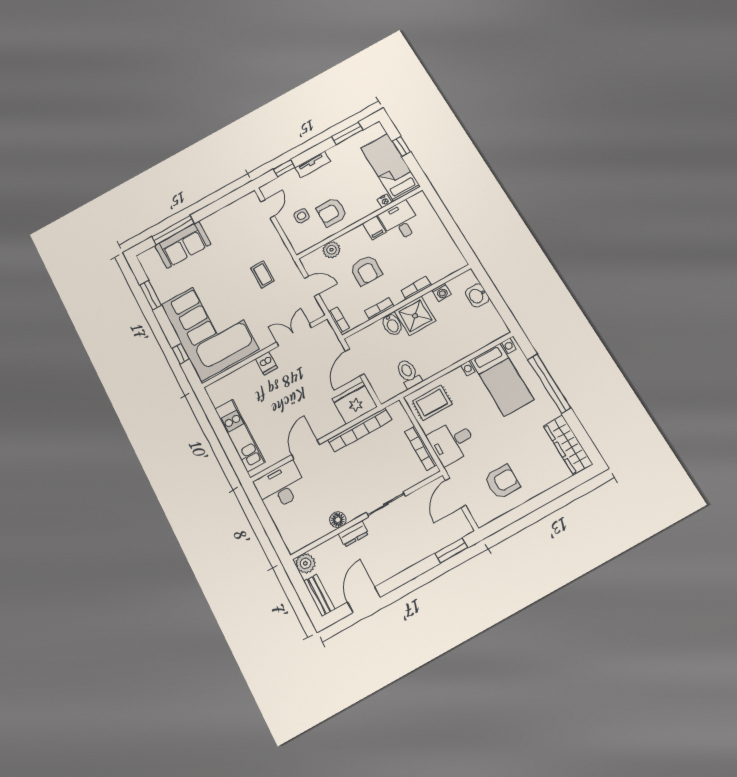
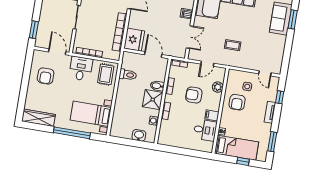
armchair: (332, 212) -> (237, 102), turned 180
window: (173, 230) -> (293, 19), width x0.69

